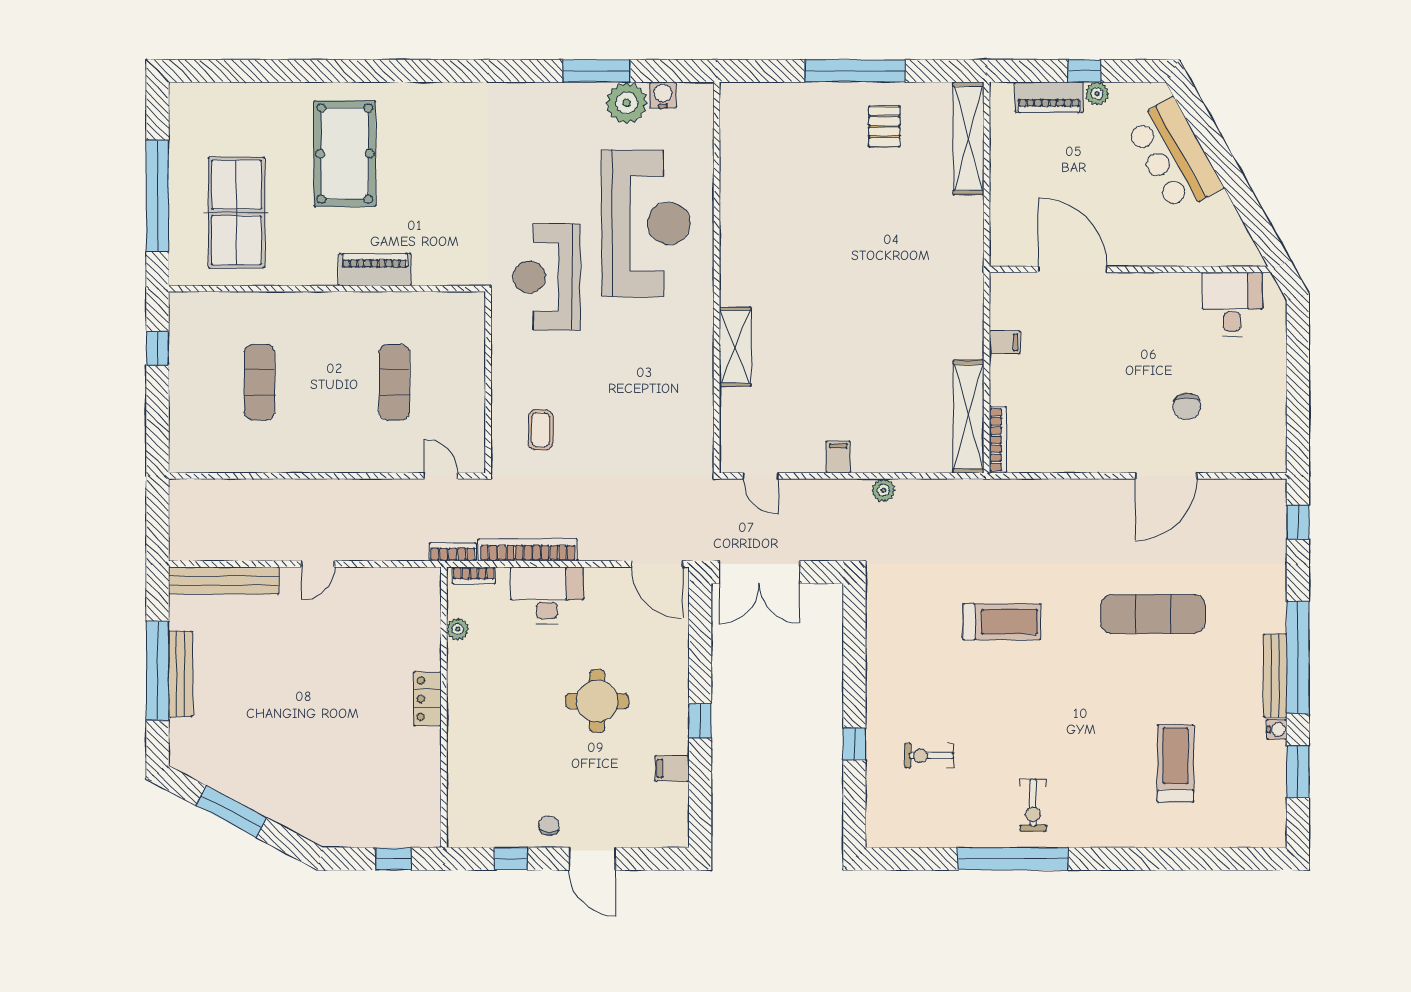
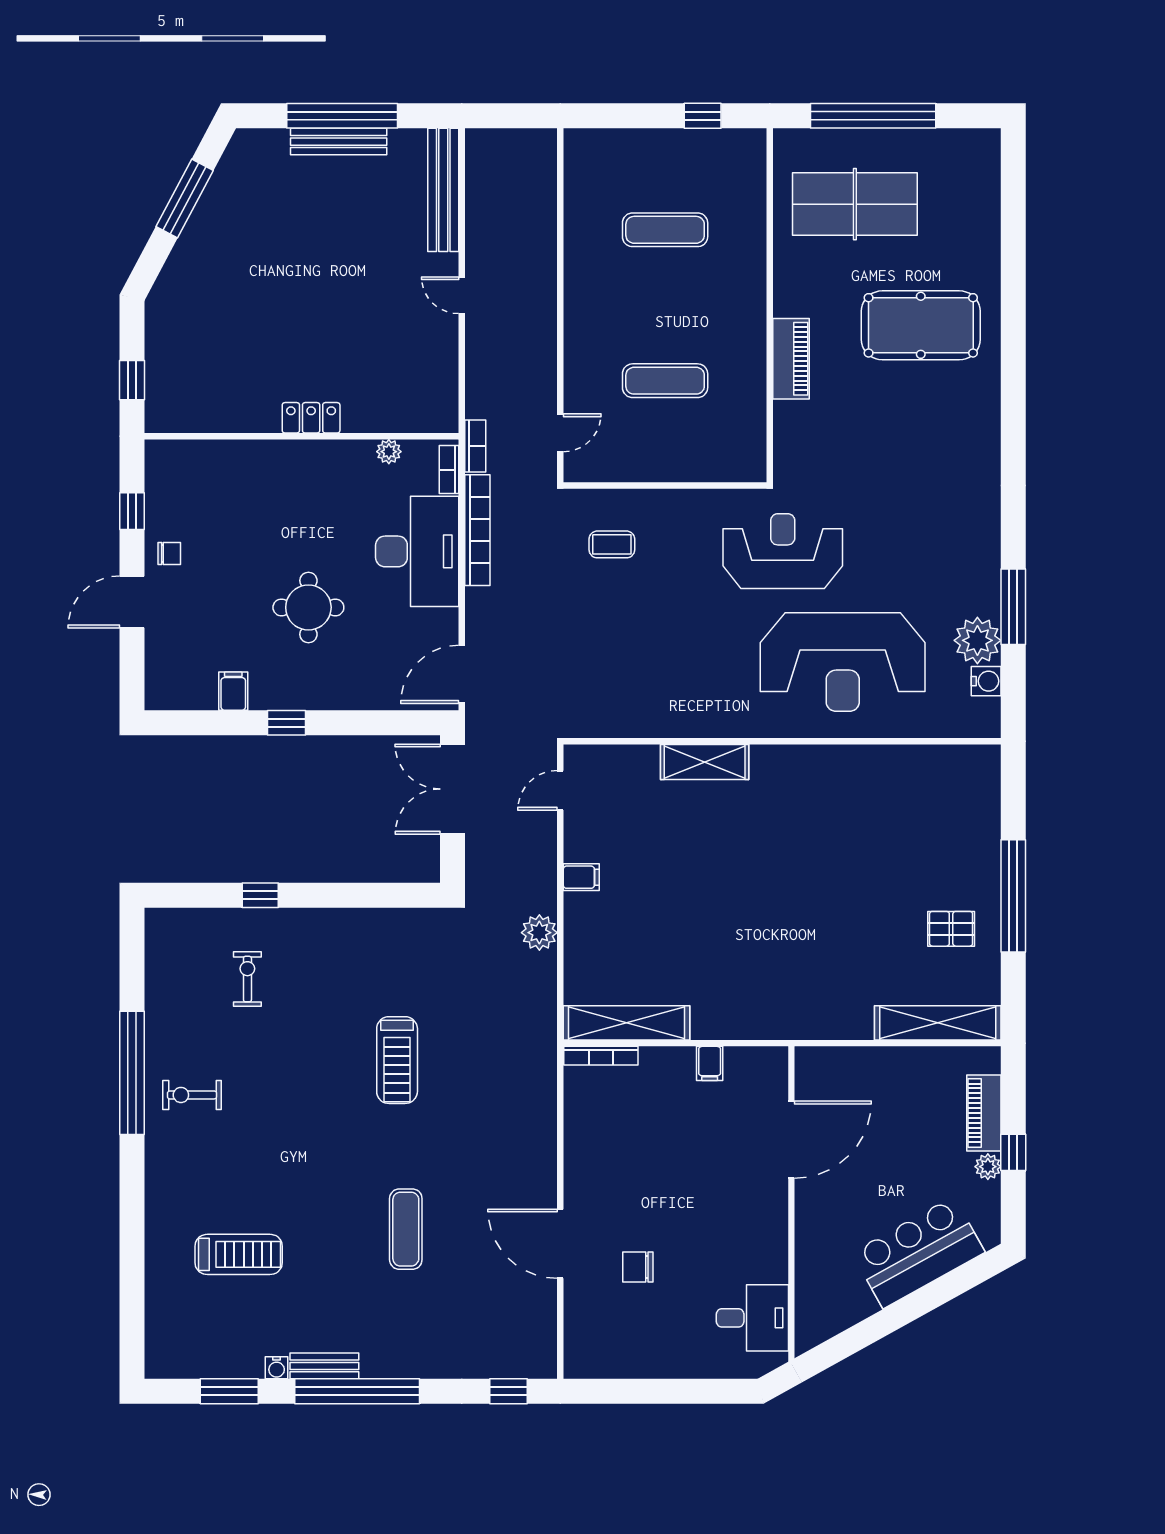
plant: (883, 490) -> (539, 933), width x1.38, depth x1.38
desk: (547, 595) -> (417, 551), width x1.36, depth x1.30
exercise mat: (1153, 614) -> (406, 1229), width x0.73, depth x0.69
bench: (1275, 676) -> (324, 1366), width x0.73

